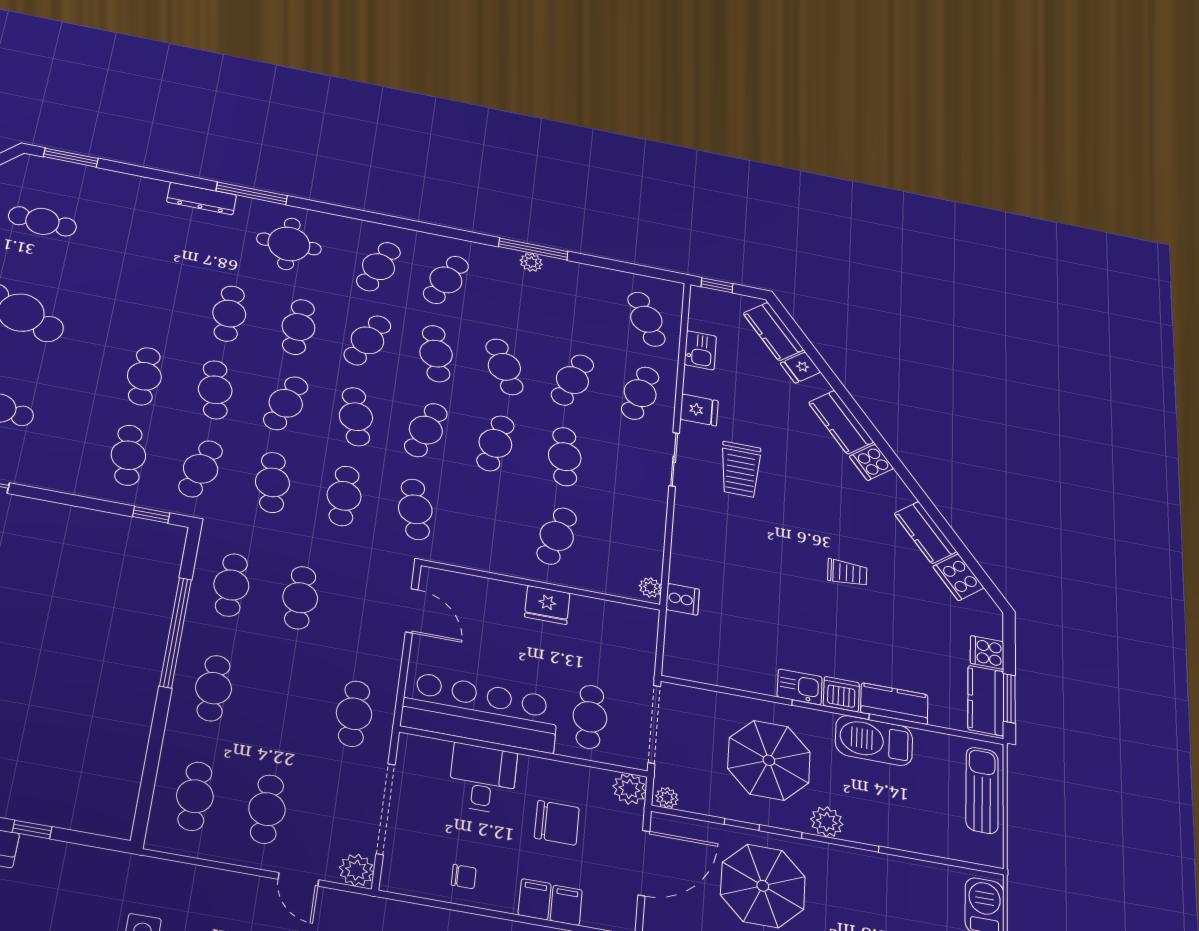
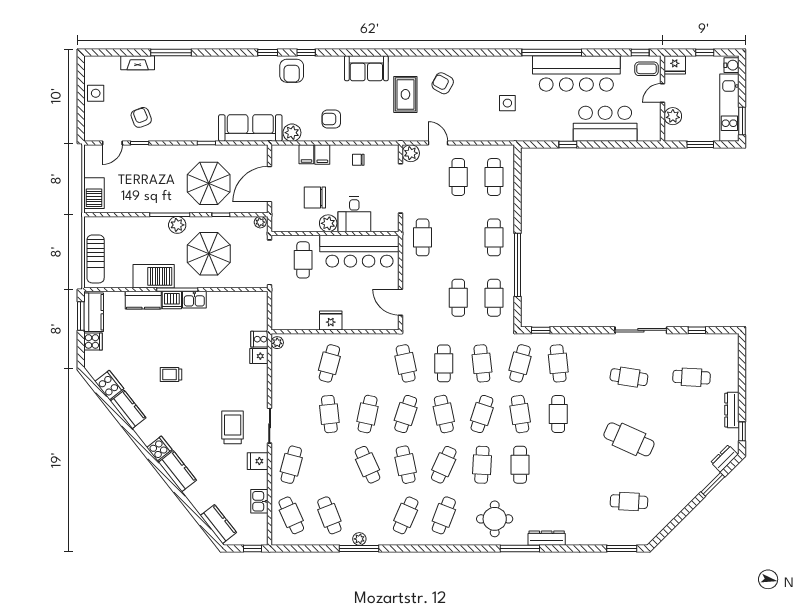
fridge: (800, 368) -> (259, 356), moved, turned -142
cafe table: (572, 380) -> (329, 515), moved, turned -42
plant: (629, 789) -> (328, 223), moved

